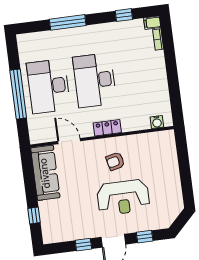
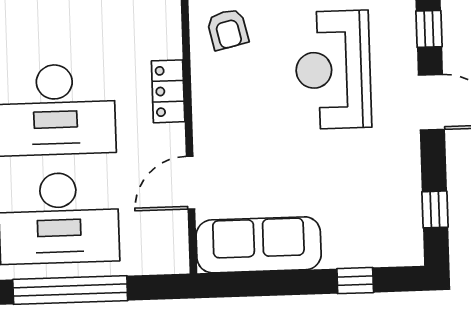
armchair: (115, 161) -> (228, 29), moved
reception desk: (123, 197) -> (333, 70), turned 180
window: (83, 245) -> (435, 209), moved

